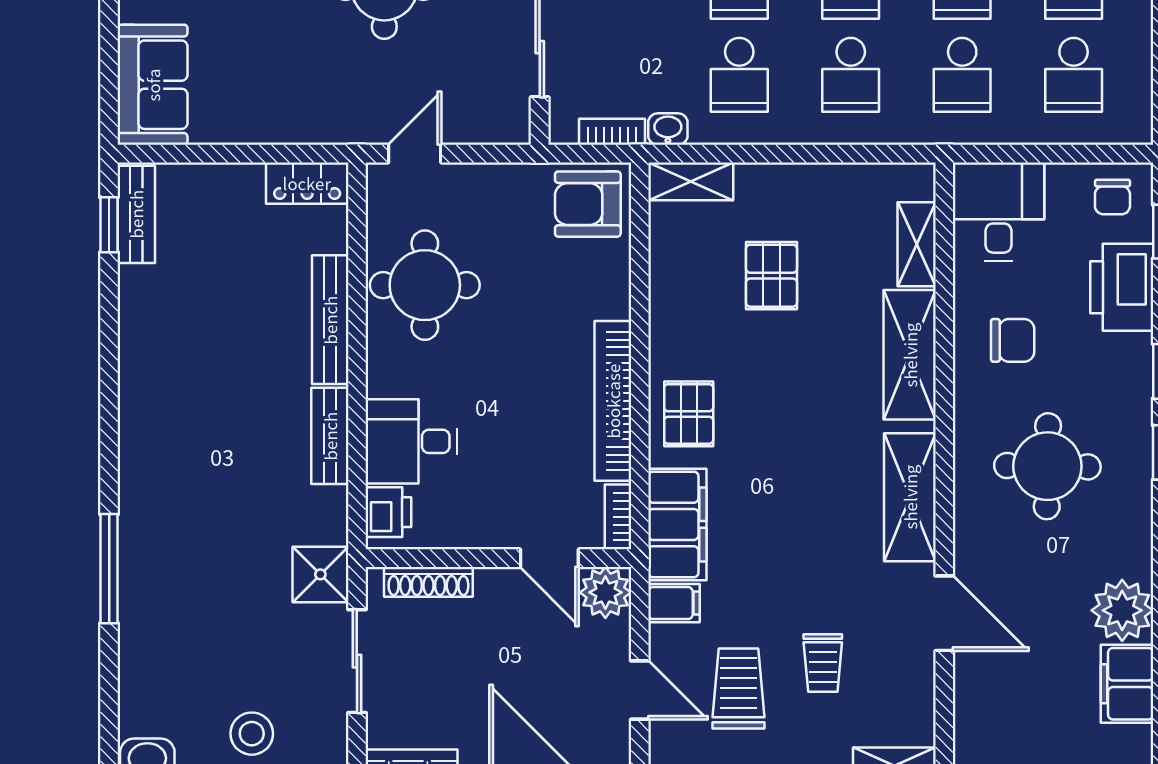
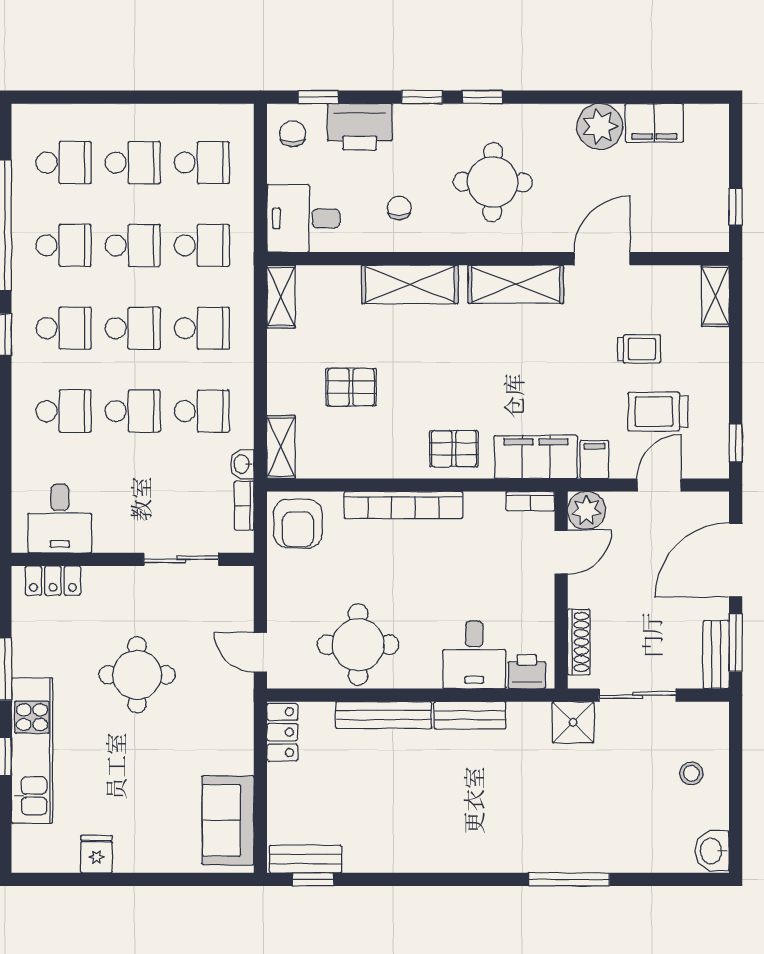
sofa: (153, 85) -> (228, 820), moved, turned -90
chair: (1112, 197) -> (293, 134), turned -90
shelving: (917, 244) -> (281, 297), moved, turned 90
chair: (1013, 340) -> (399, 208), width x0.73, depth x0.73
bookcase: (613, 401) -> (403, 505), moved
stool: (252, 734) -> (691, 773), width x0.73, depth x0.73

